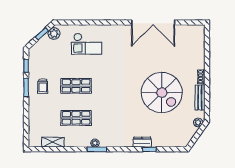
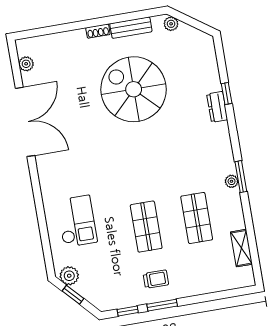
plant: (189, 29) -> (26, 64), added
spiral stairs: (162, 93) -> (134, 89), turned -90

